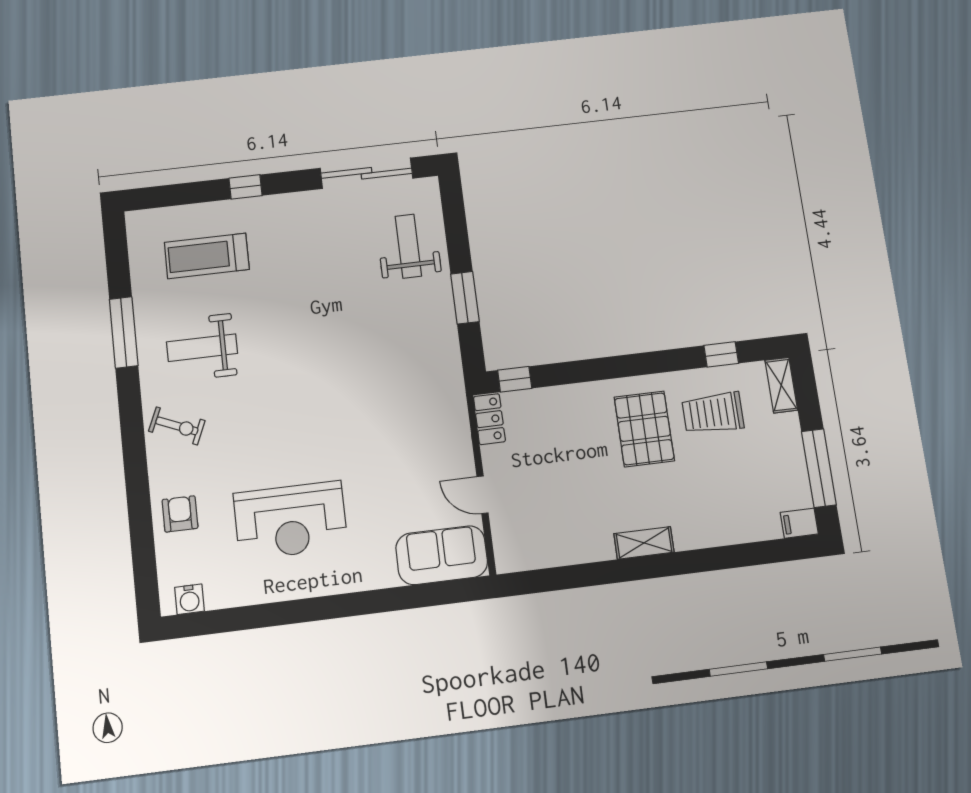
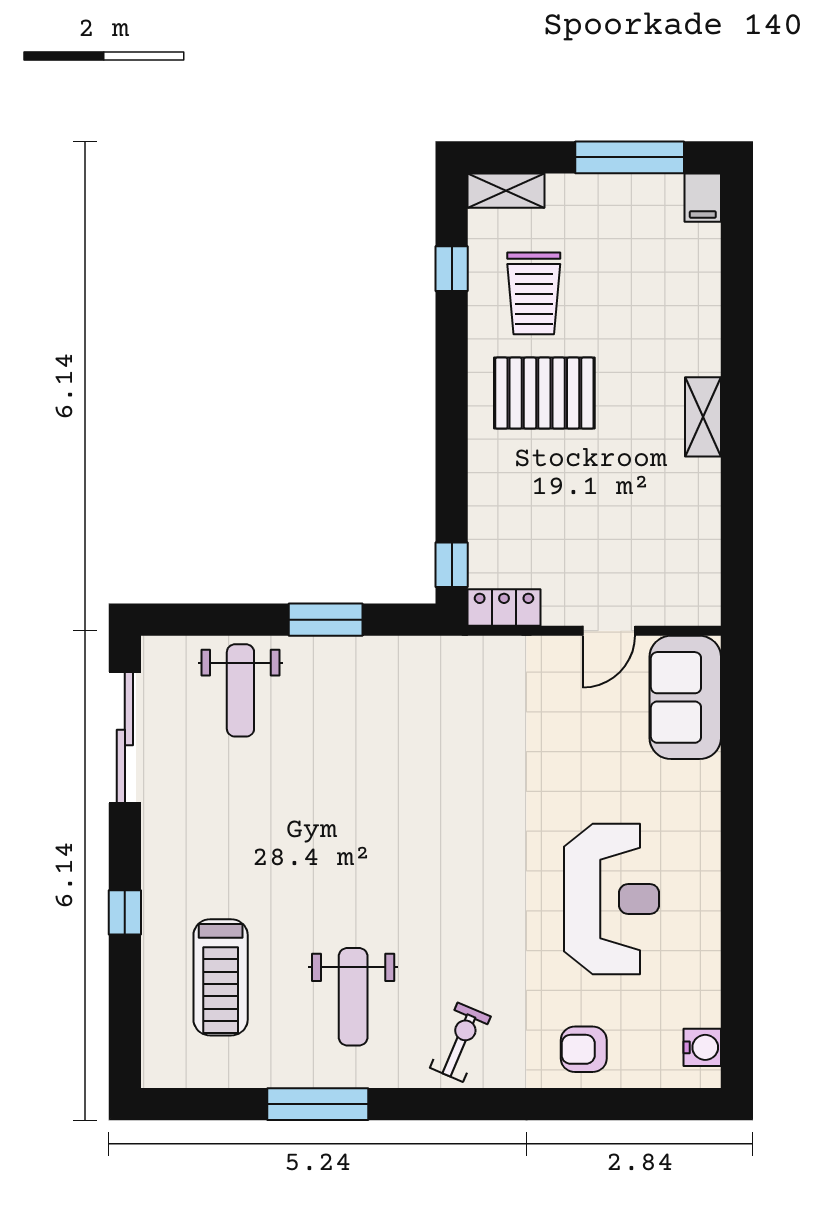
weight bench: (408, 246) -> (240, 690), turned -90

